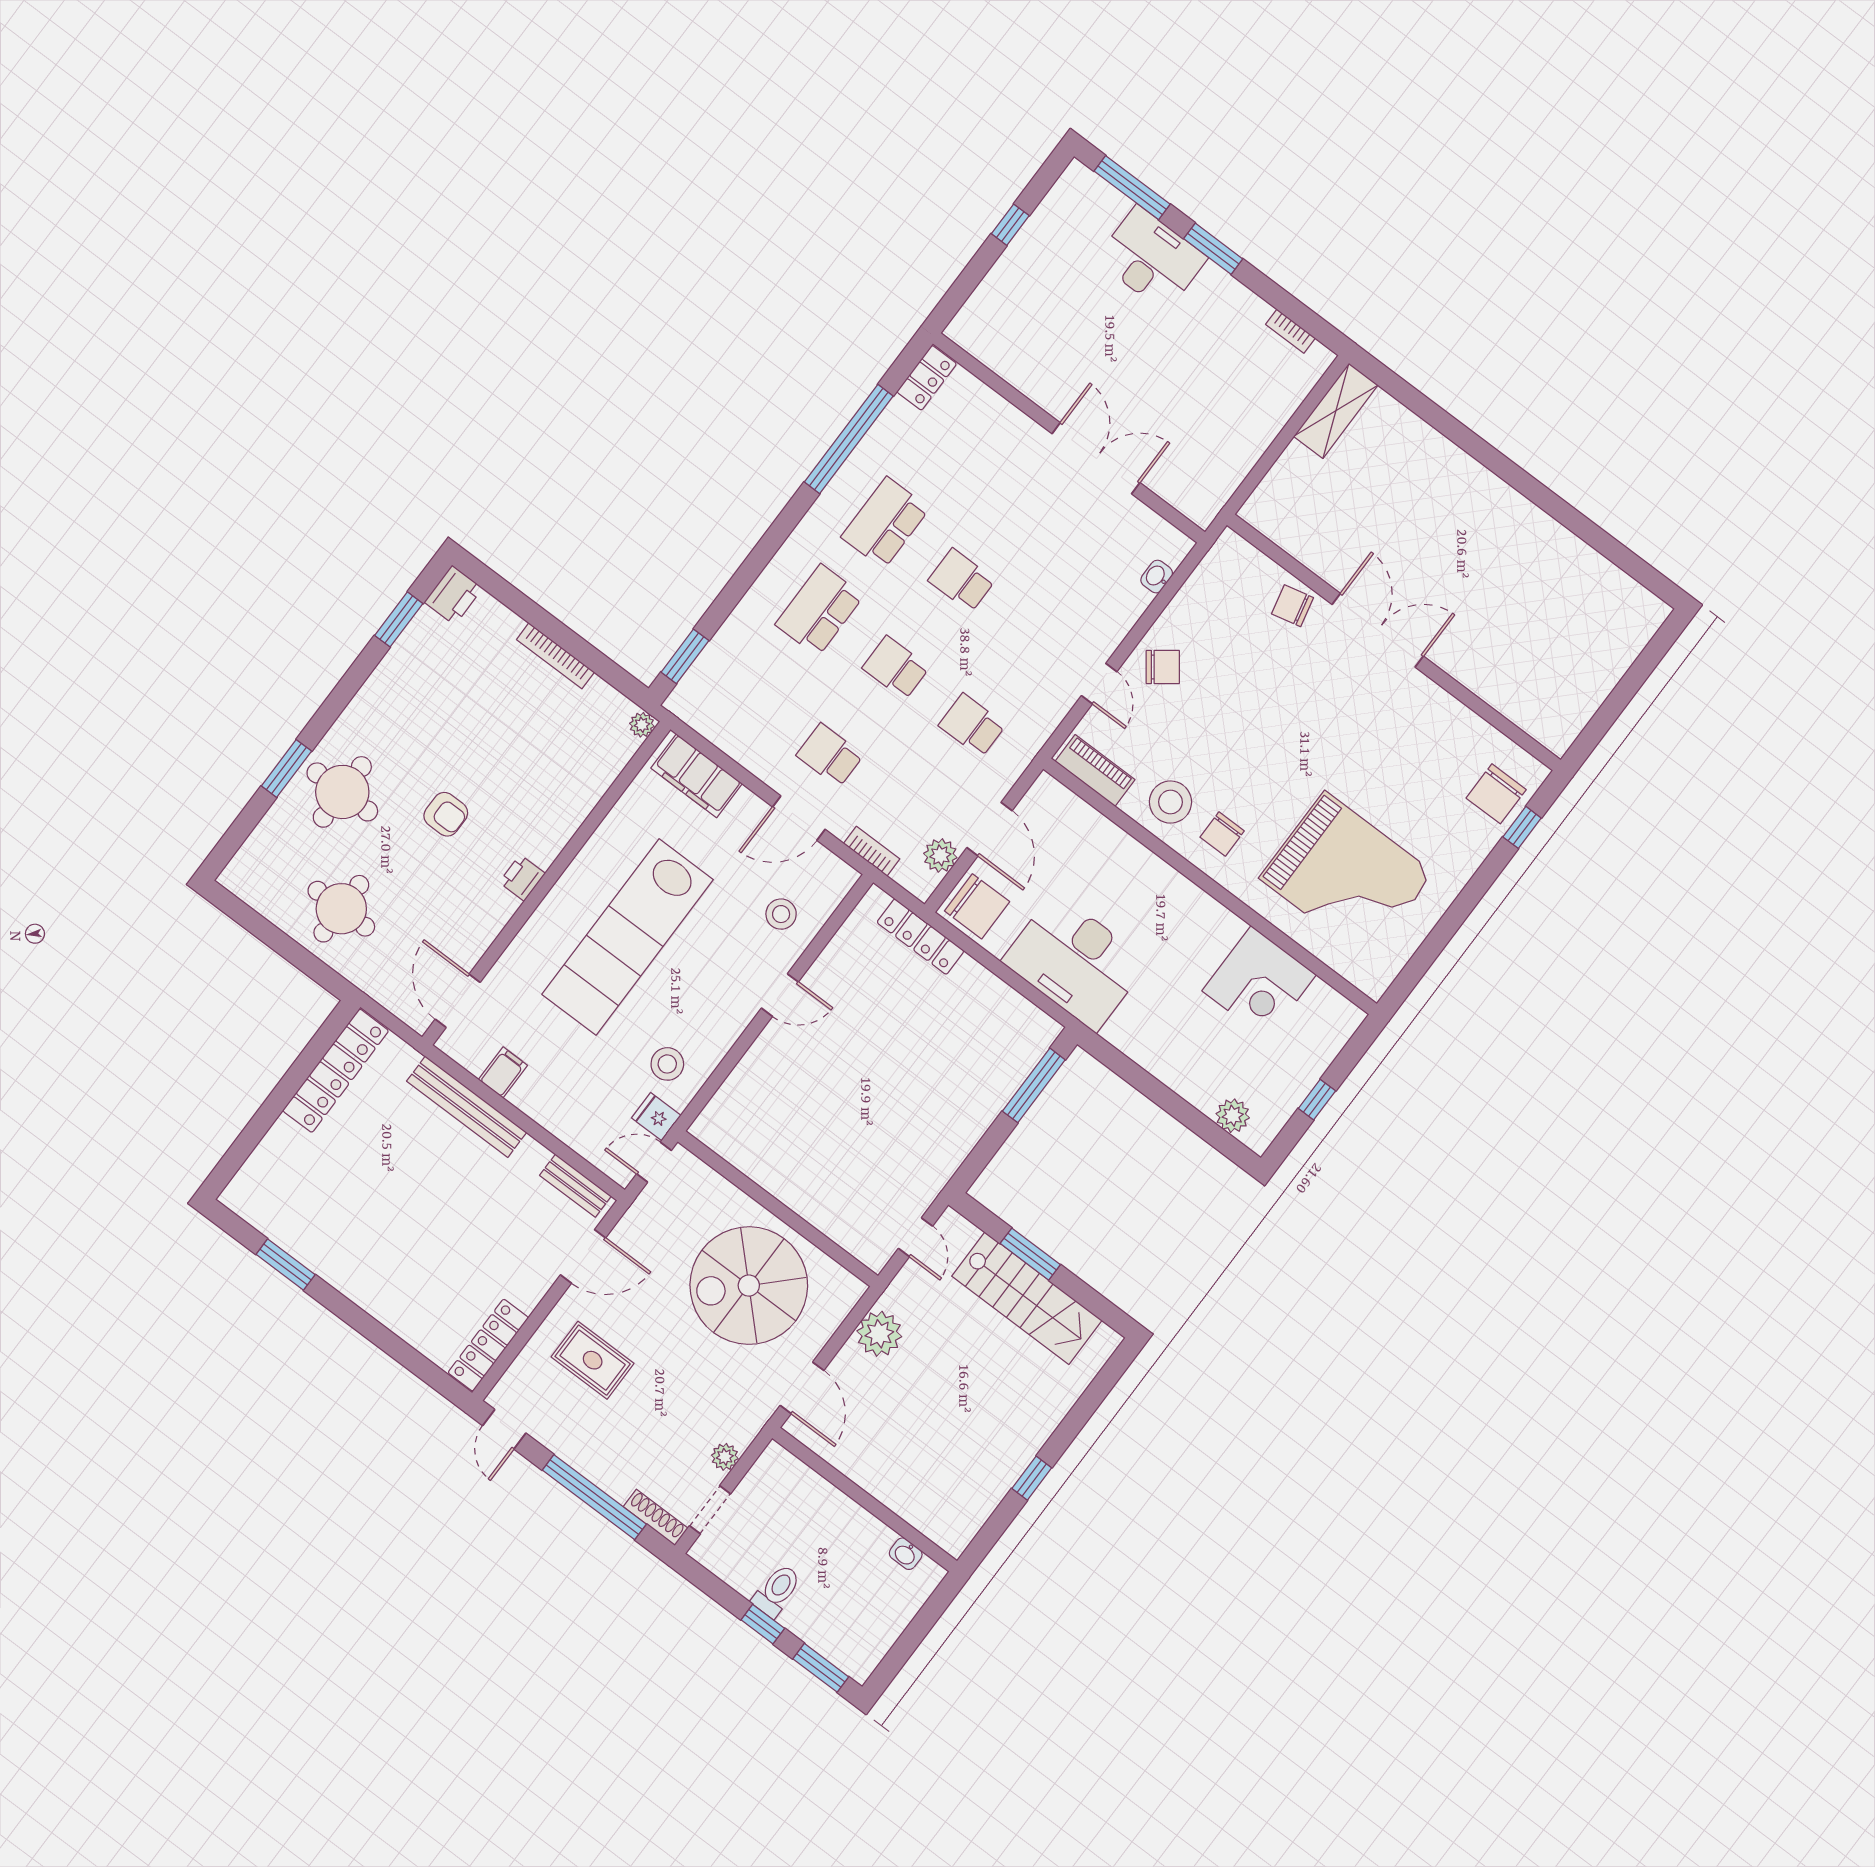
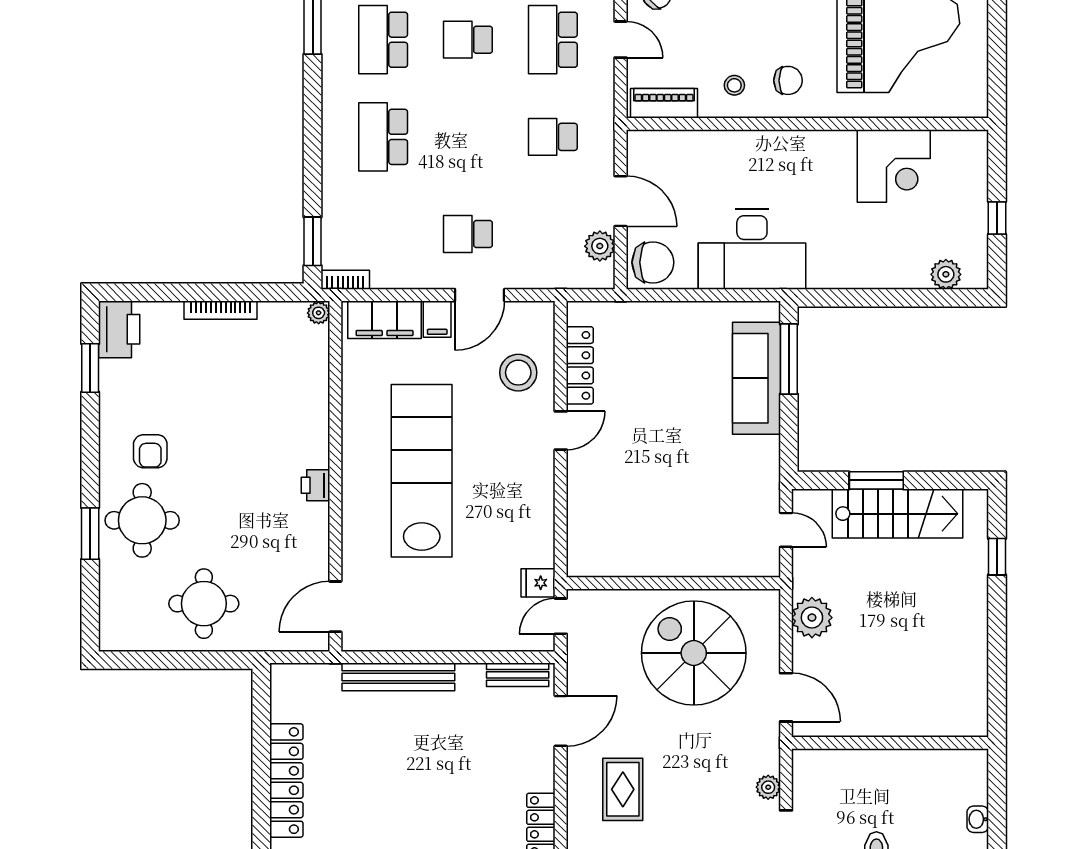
printer: (453, 595) -> (119, 329), width x1.37, depth x1.19
school desk: (896, 668) -> (553, 40), moved, width x1.85
stool: (1170, 802) -> (734, 85), width x0.53, depth x0.53
armchair: (446, 814) -> (150, 451), moved, turned 90
chair: (1222, 834) -> (788, 80), turned -90
bookcase: (872, 851) -> (345, 280), moved
stool: (781, 914) -> (518, 373), width x1.38, depth x1.38
lab bench: (628, 937) -> (422, 471), turned 180
locker: (920, 937) -> (580, 365), moved, turned -90
door: (458, 1001) -> (335, 607), hinge flipped
stool: (667, 1064) -> (518, 540), removed
locker: (336, 1071) -> (286, 781), moved
filing cabinet: (503, 1072) -> (437, 319), moved, turned 180
sofa: (992, 1081) -> (756, 378), added
spiral stairs: (749, 1286) -> (694, 653), turned 90
rug: (593, 1360) -> (623, 789), turned 90
window: (1032, 1478) -> (997, 557), moved
washbasin: (906, 1554) -> (978, 819), moved, turned 90

